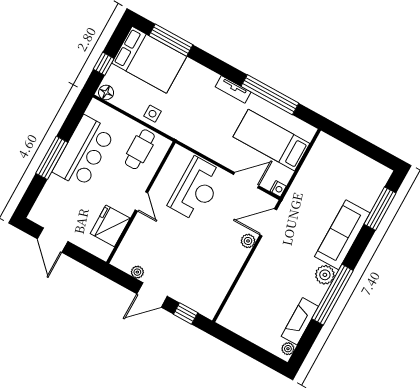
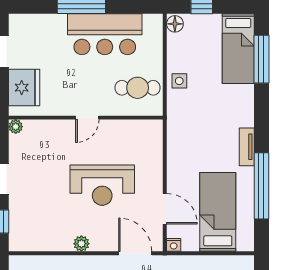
bed: (149, 60) -> (238, 49), width x0.67
reception desk: (196, 189) -> (102, 185), moved
fridge: (110, 226) -> (24, 88), moved, turned 90
plant: (248, 241) -> (81, 244), moved
plant: (137, 272) -> (16, 127), moved

